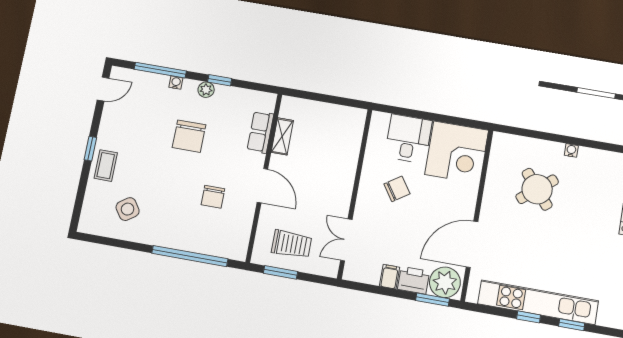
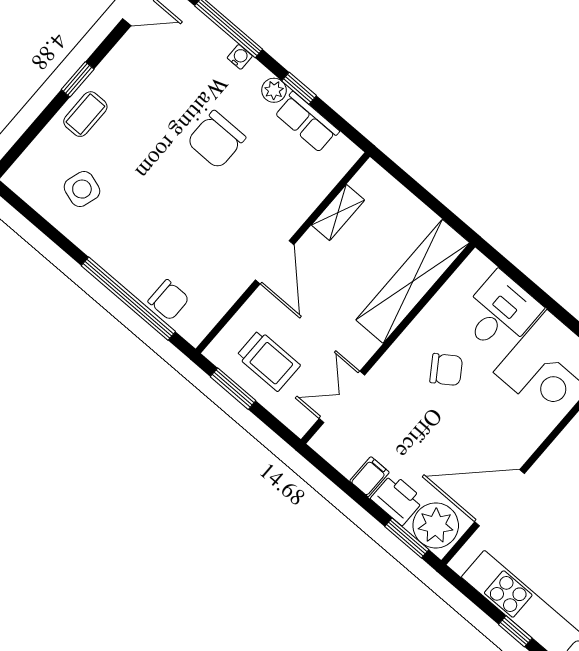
row of seats: (260, 132) -> (307, 122), moved, turned -90
shelving: (348, 150) -> (413, 281), added
chair: (213, 197) -> (169, 300), moved, turned -90
side table: (128, 209) -> (82, 189), turned -37

